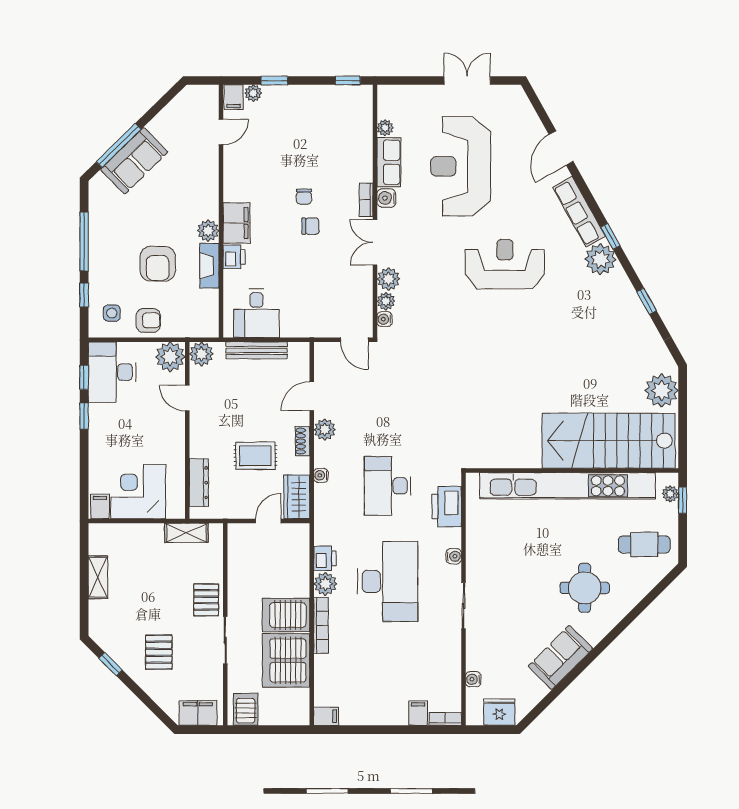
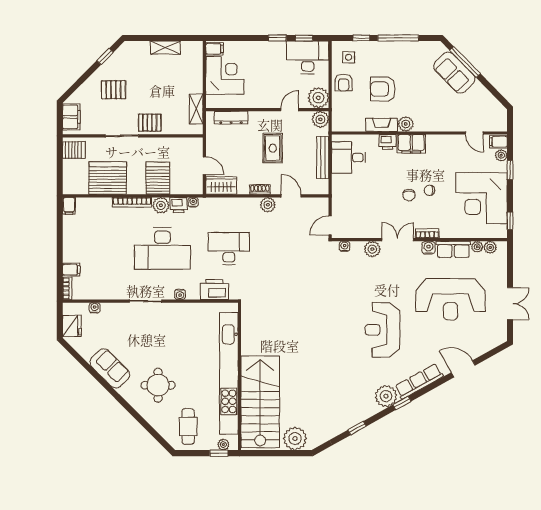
corner desk: (315, 122) -> (481, 198), added
reception desk: (461, 166) -> (451, 299), turned 180
reception desk: (505, 264) -> (383, 330), turned 180
plant: (386, 301) -> (490, 247), moved
rug: (255, 456) -> (273, 148), moved
water cooler: (321, 475) -> (193, 202), moved
server rack: (286, 615) -> (158, 178), moved

